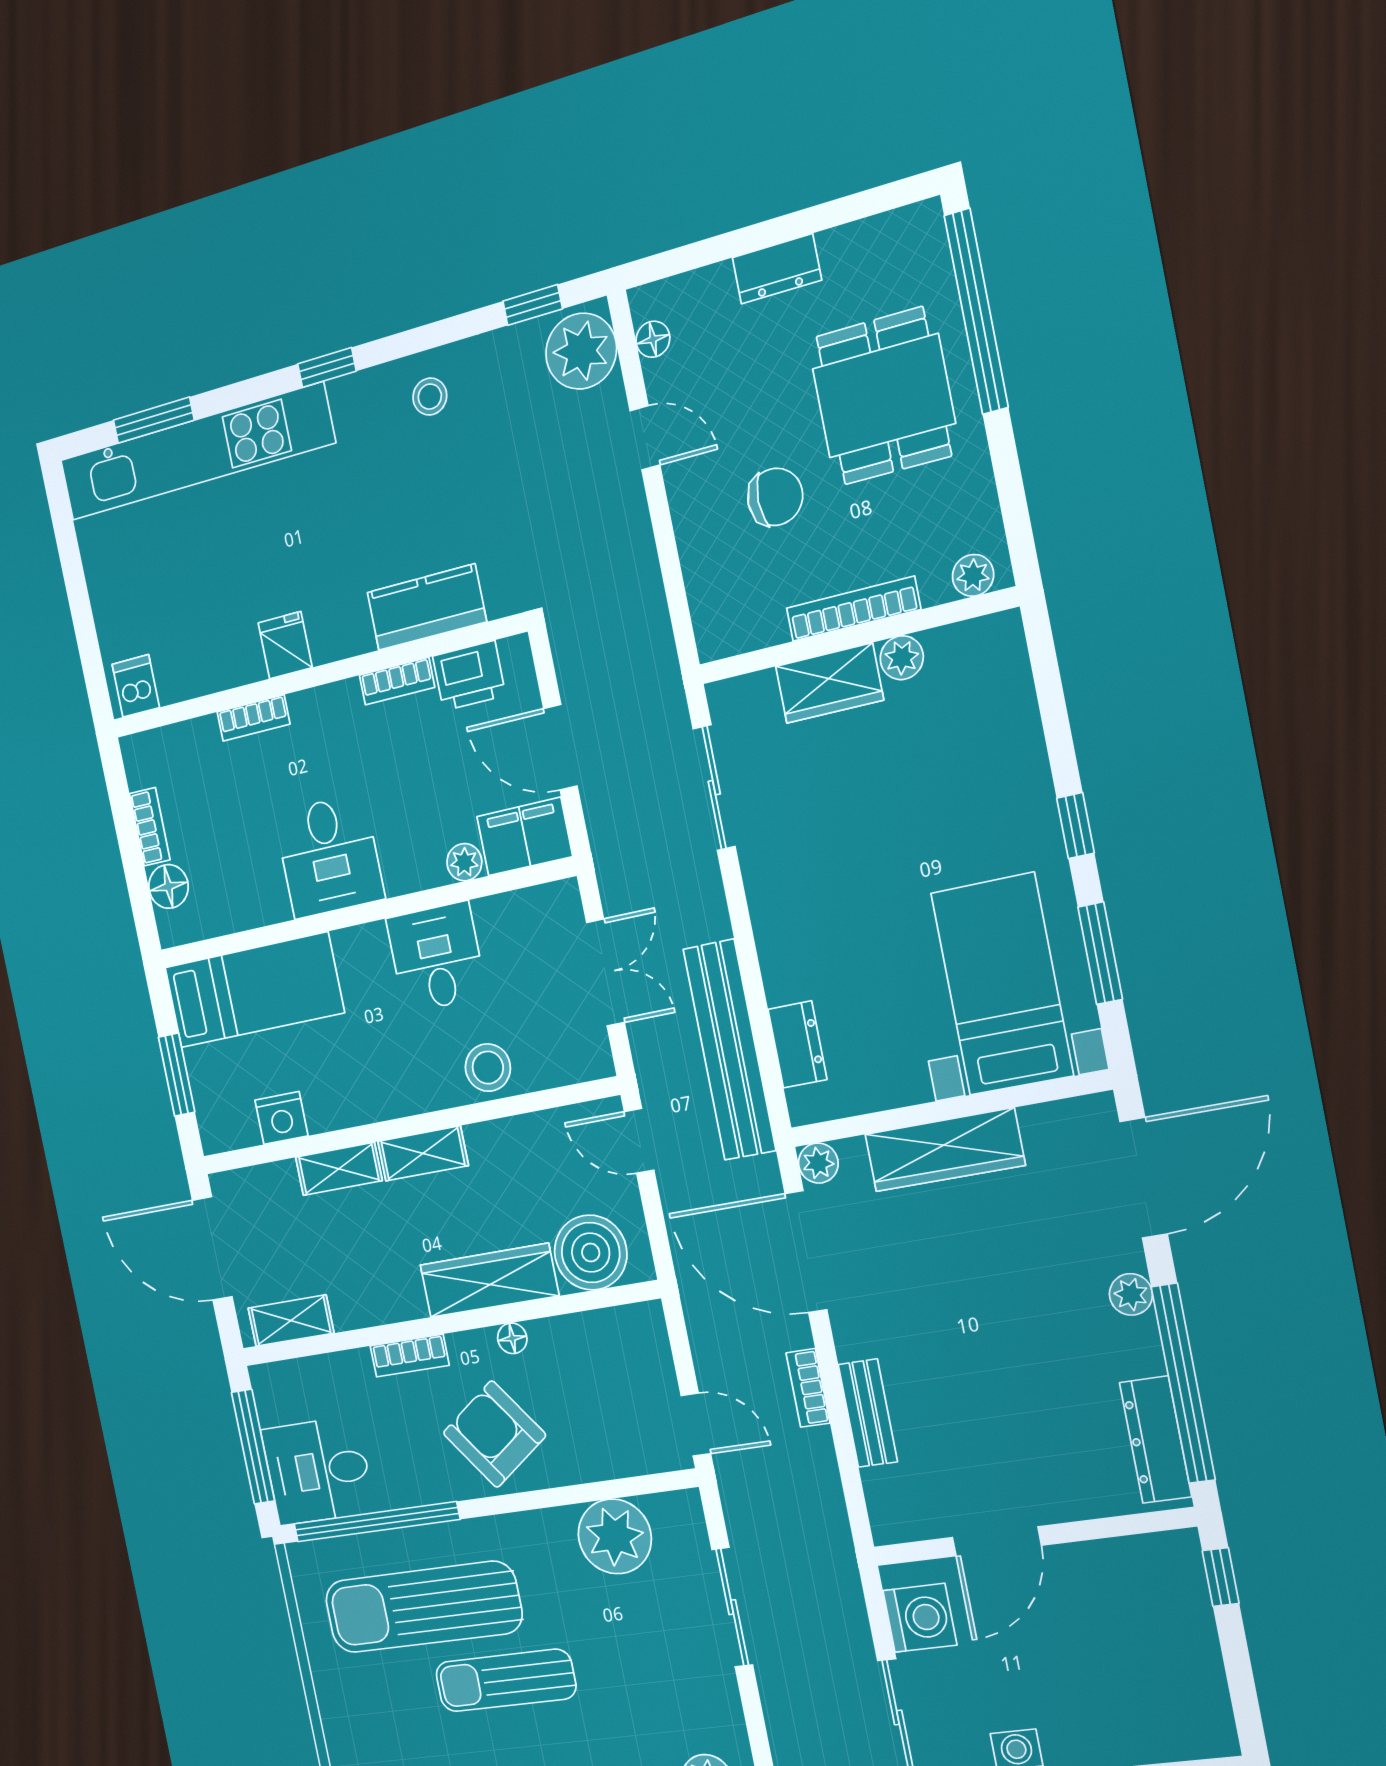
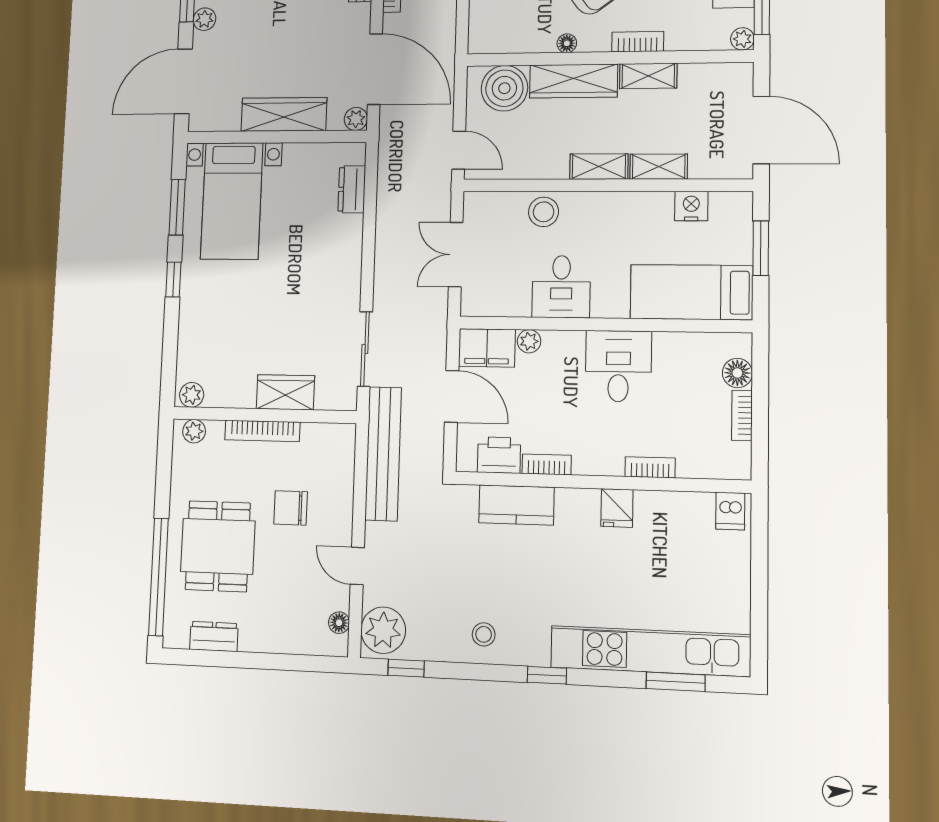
dresser: (777, 269) -> (214, 637), moved
plant: (902, 658) -> (192, 395), moved
bench: (730, 1050) -> (383, 454), moved
shelving: (291, 1321) -> (648, 76), moved
plant: (266, 1380) -> (742, 39), added

